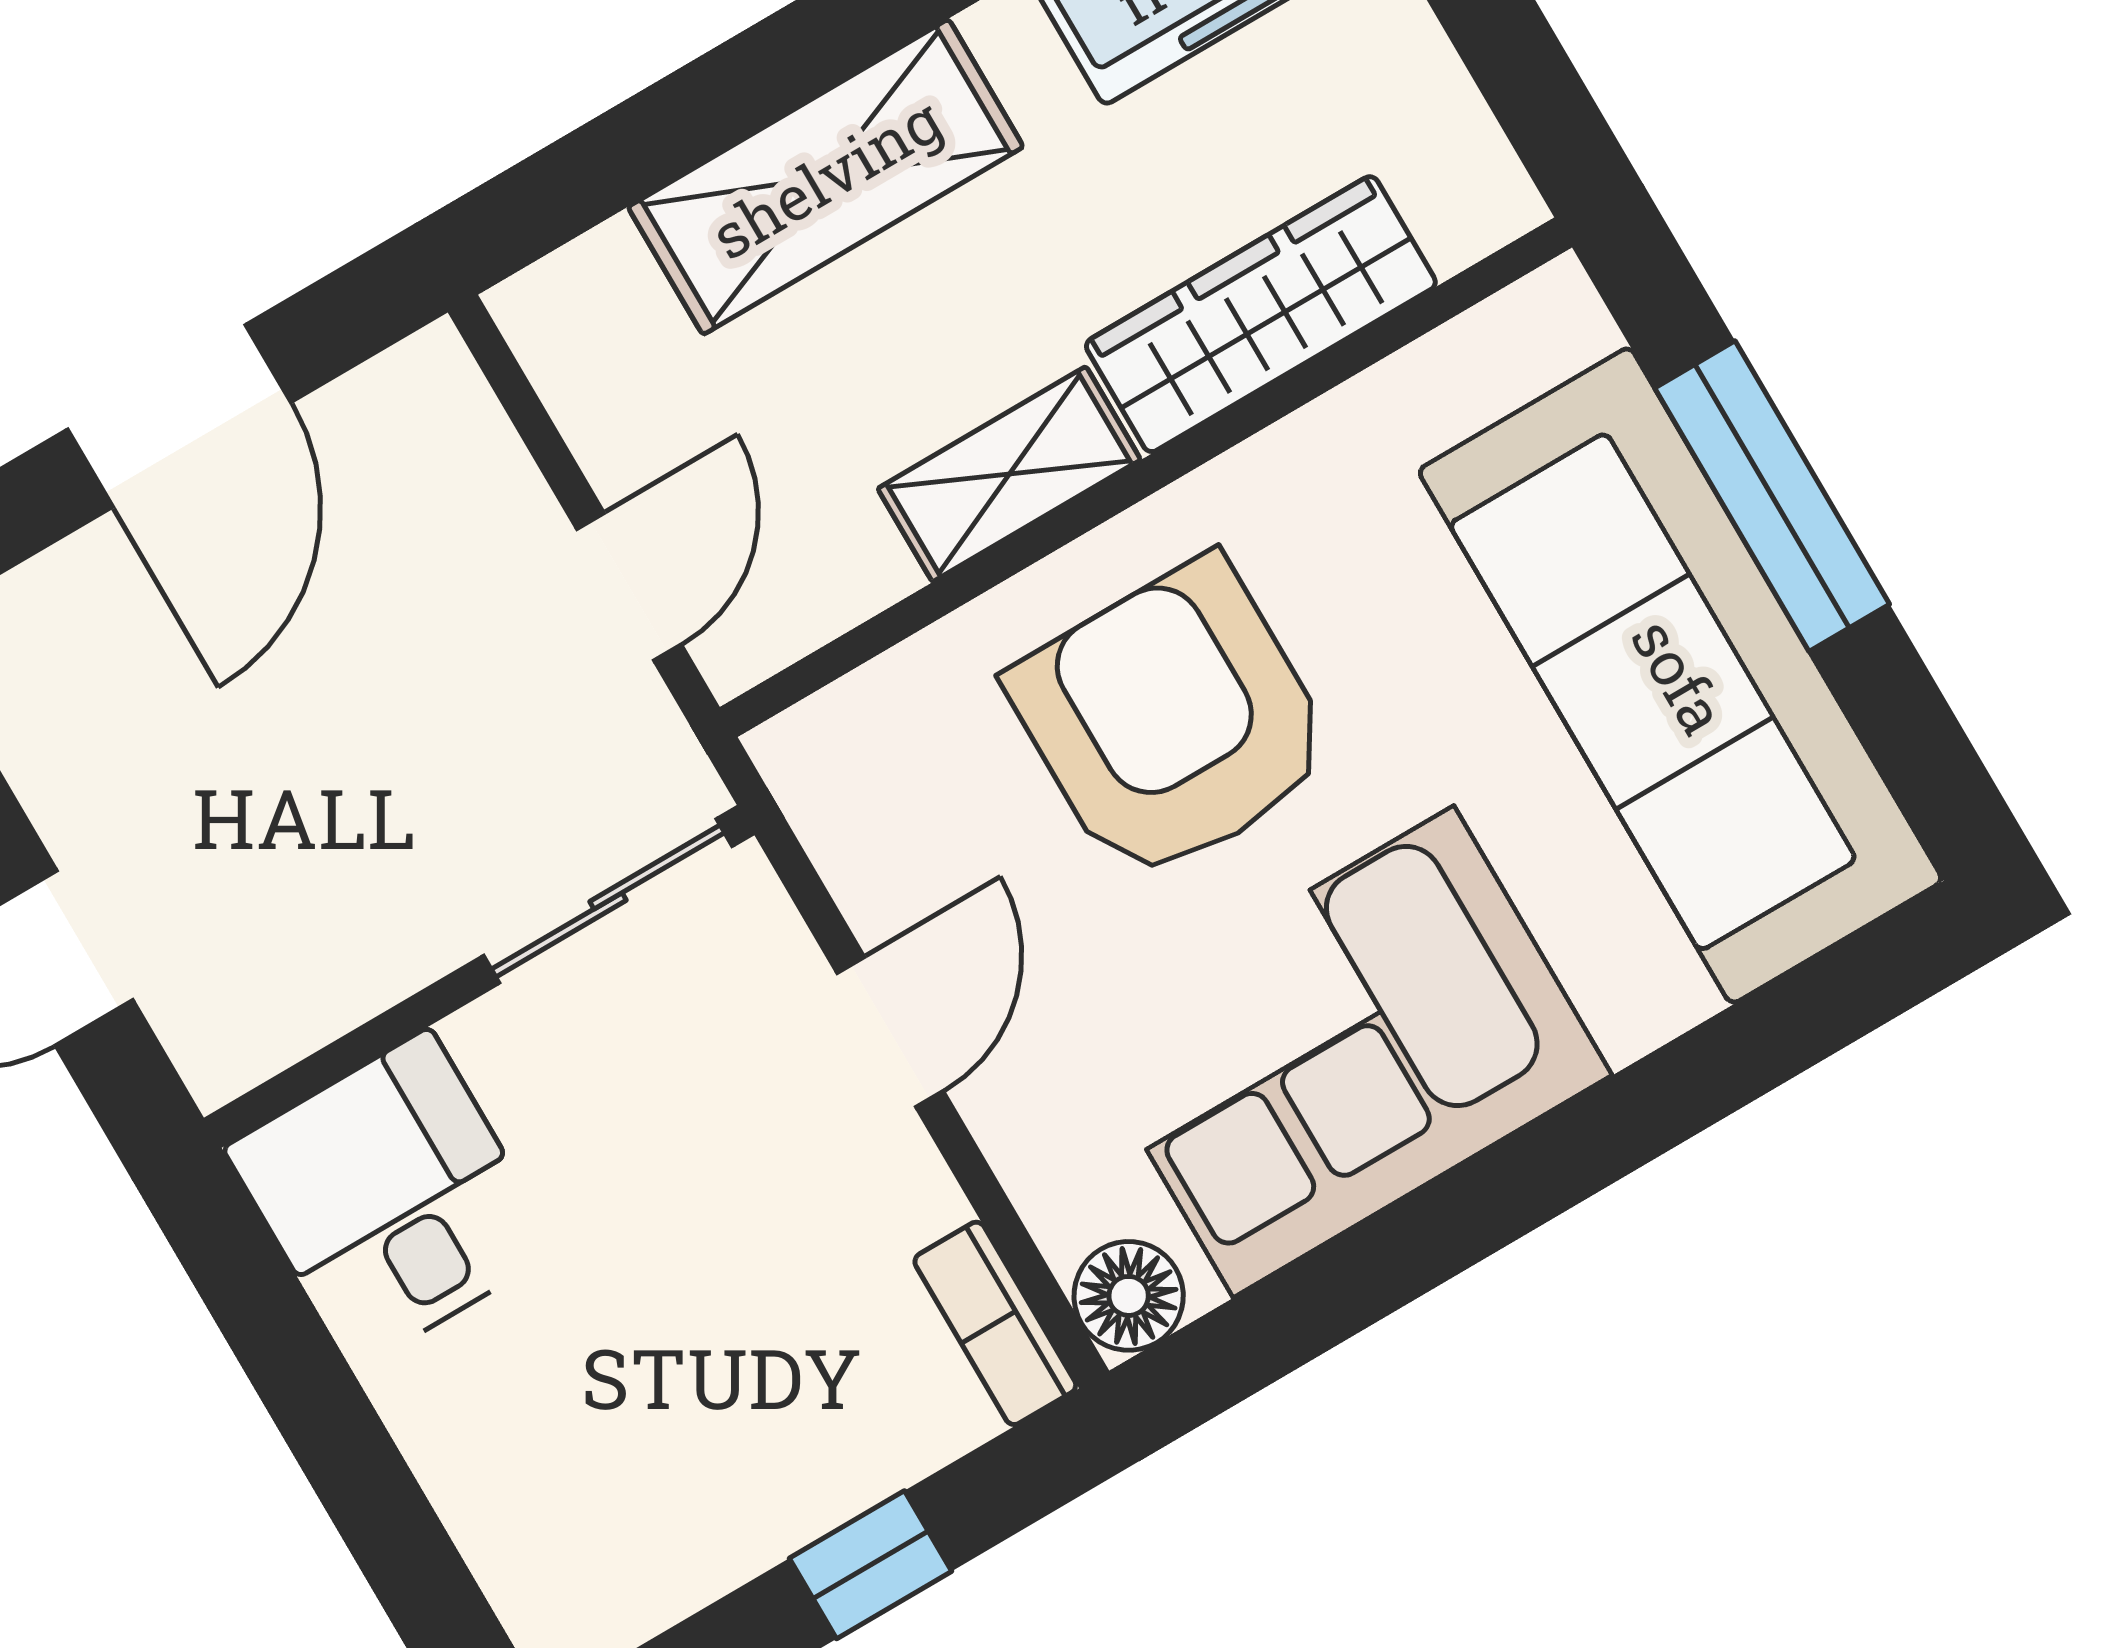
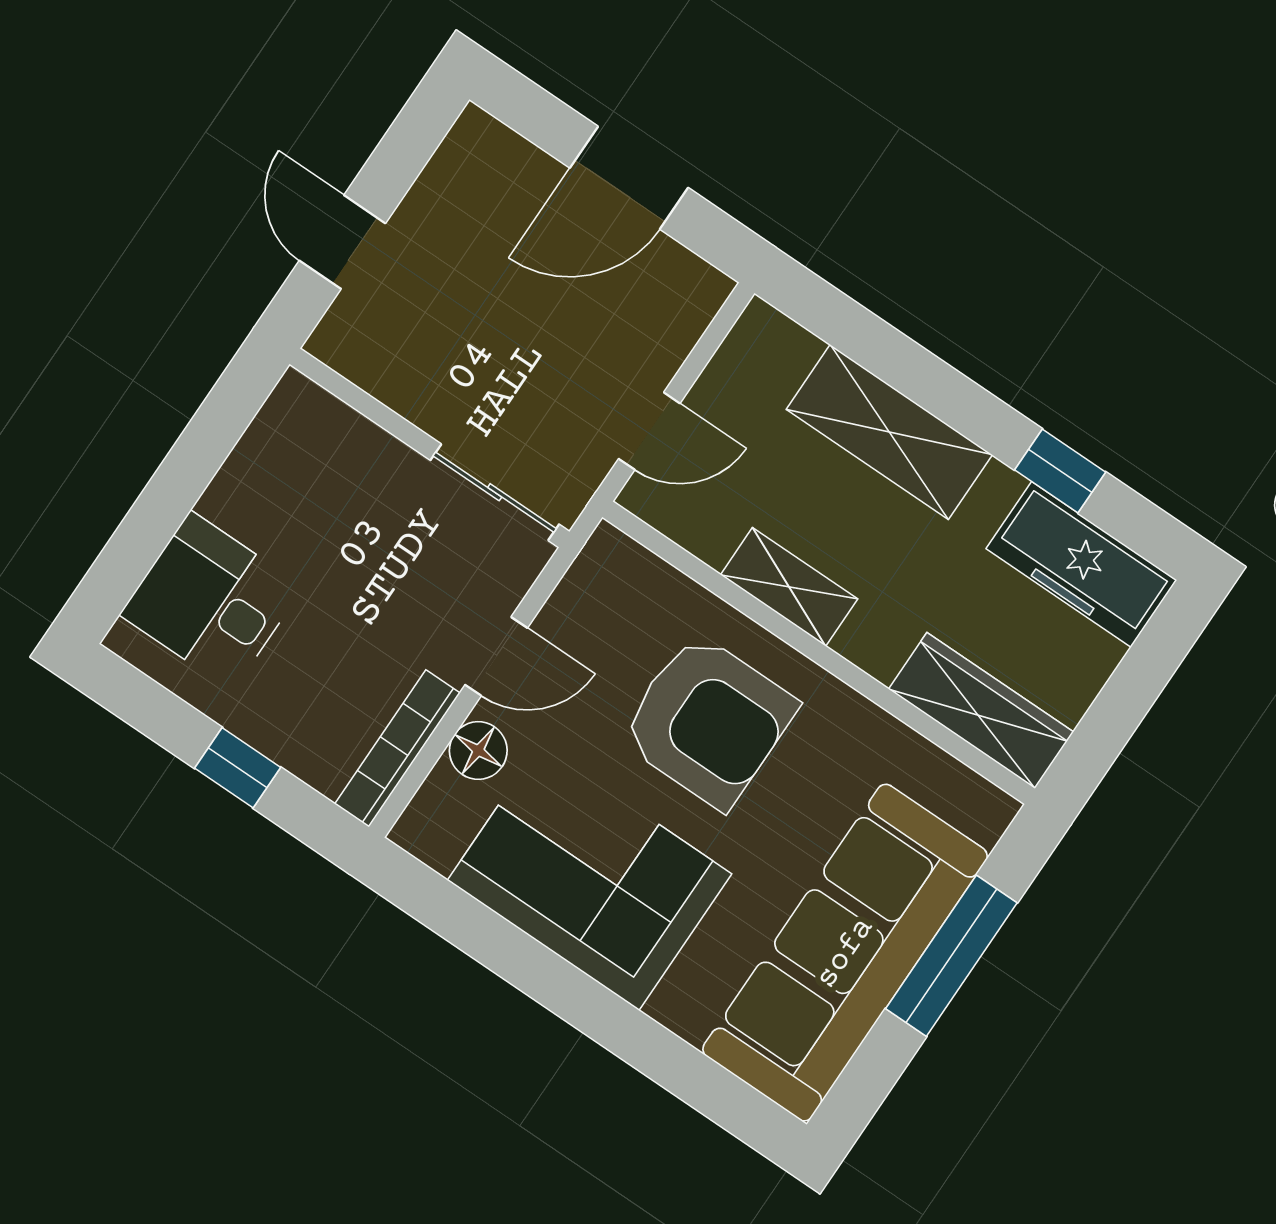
wardrobe: (1261, 314) -> (981, 711), moved
armchair: (1173, 721) -> (708, 721), turned 90
desk: (391, 1199) -> (211, 601), moved, turned -90
floor lamp: (1129, 1296) -> (478, 751), moved
bookcase: (995, 1323) -> (397, 748), width x1.56

